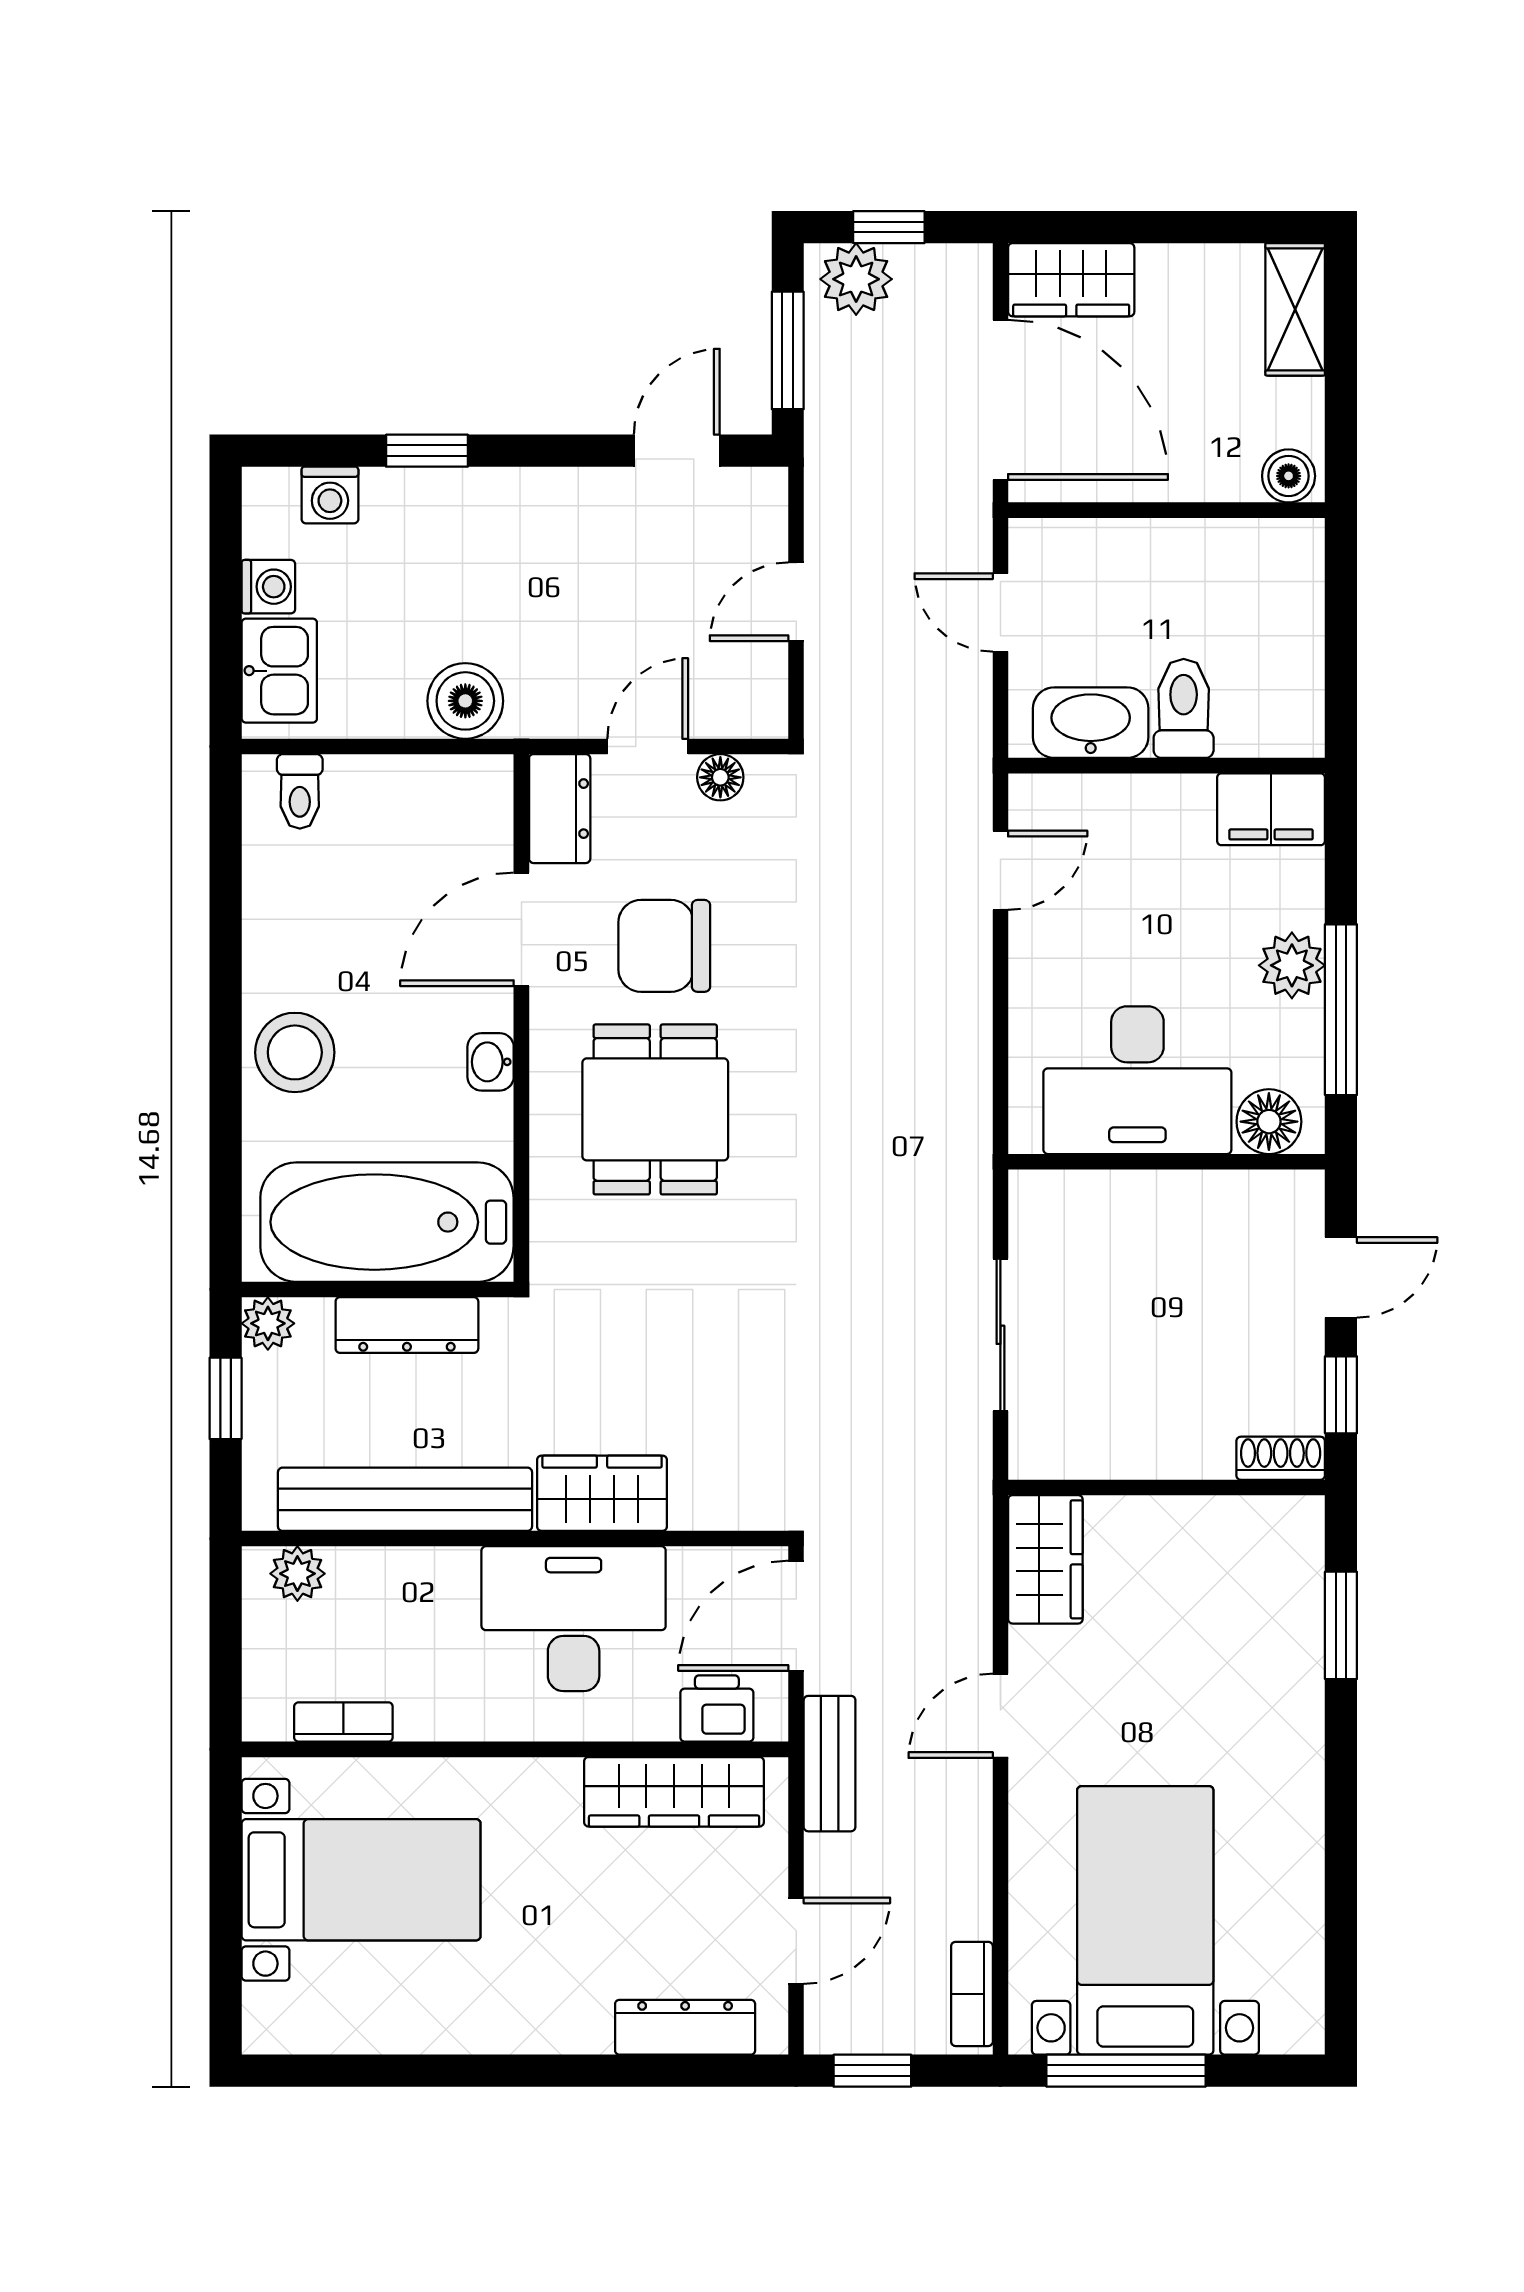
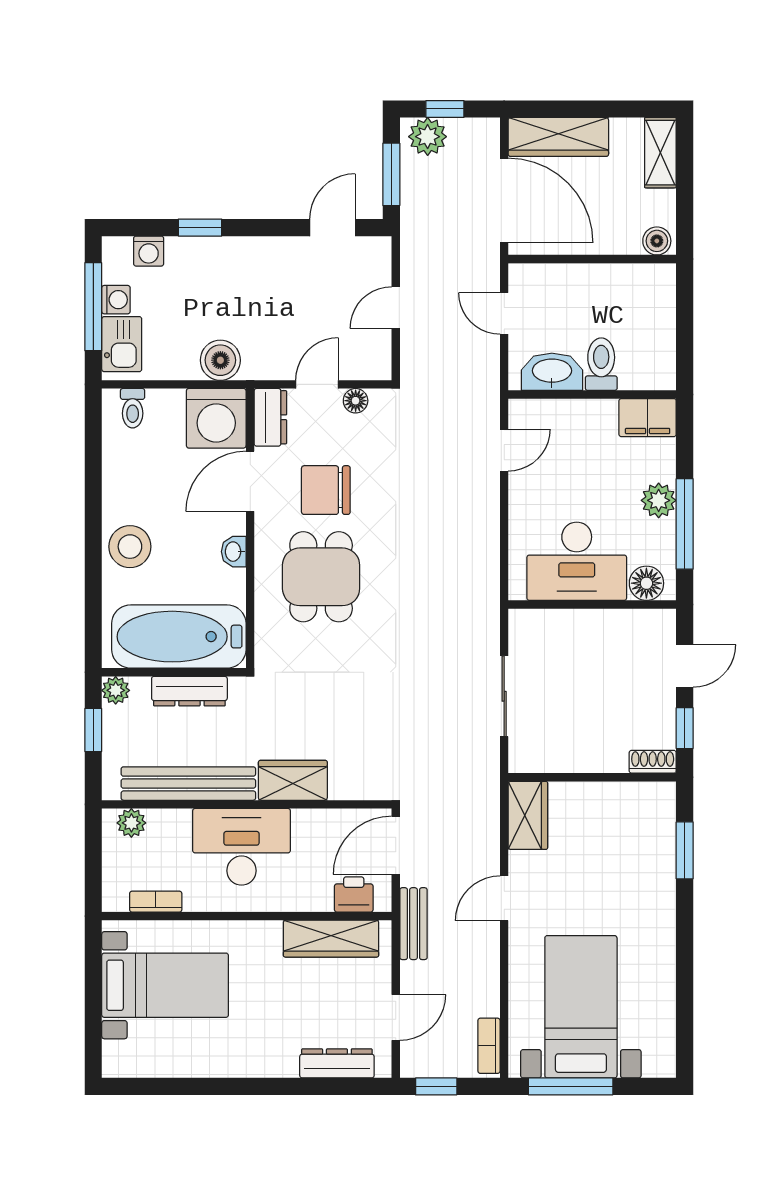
wardrobe: (1071, 280) -> (558, 137), width x1.50
window: (226, 600) -> (93, 307), added
washing machine: (457, 810) -> (216, 418), added
desk: (574, 1619) -> (241, 847), moved

